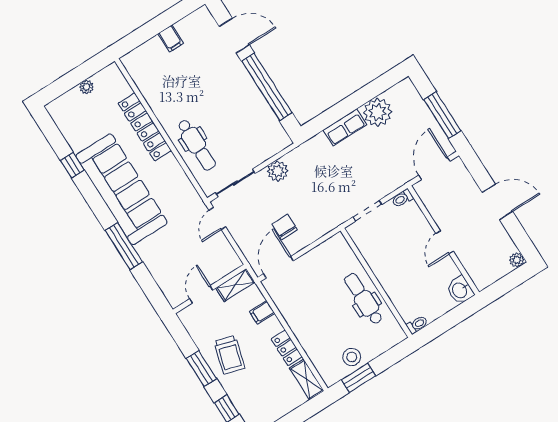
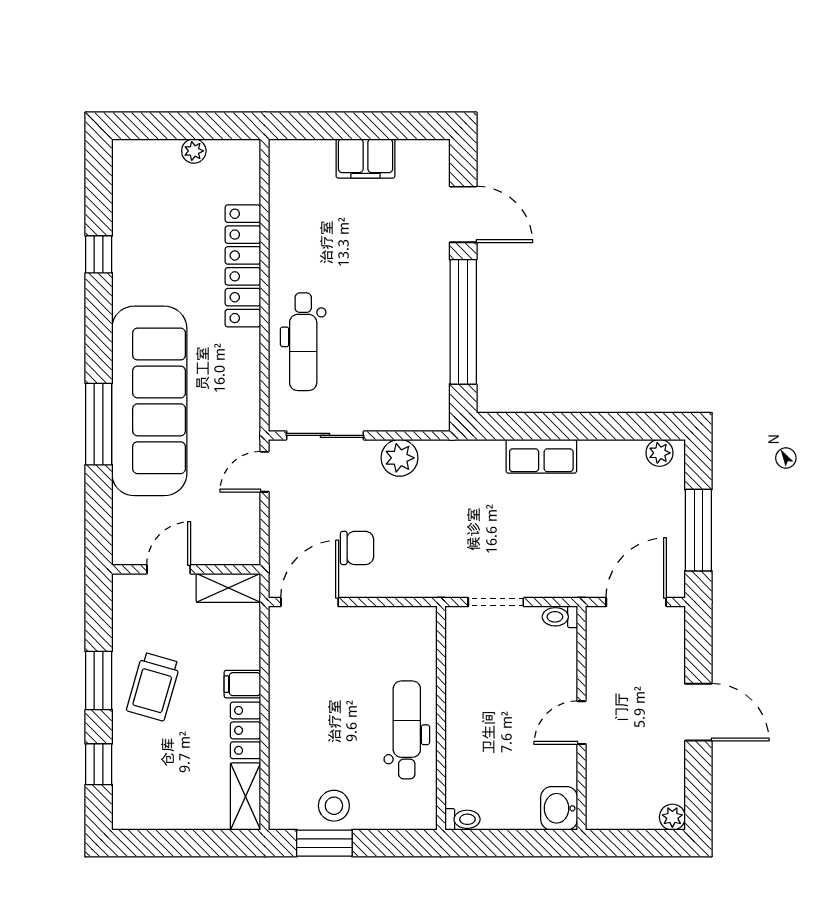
filing cabinet: (171, 38) -> (366, 158), width x2.00
plant: (378, 112) -> (659, 453), moved, width x0.53, depth x0.53
sofa: (122, 189) -> (149, 401), moved
chair: (285, 227) -> (357, 548), turned 90
filing cabinet: (262, 312) -> (242, 684), moved

